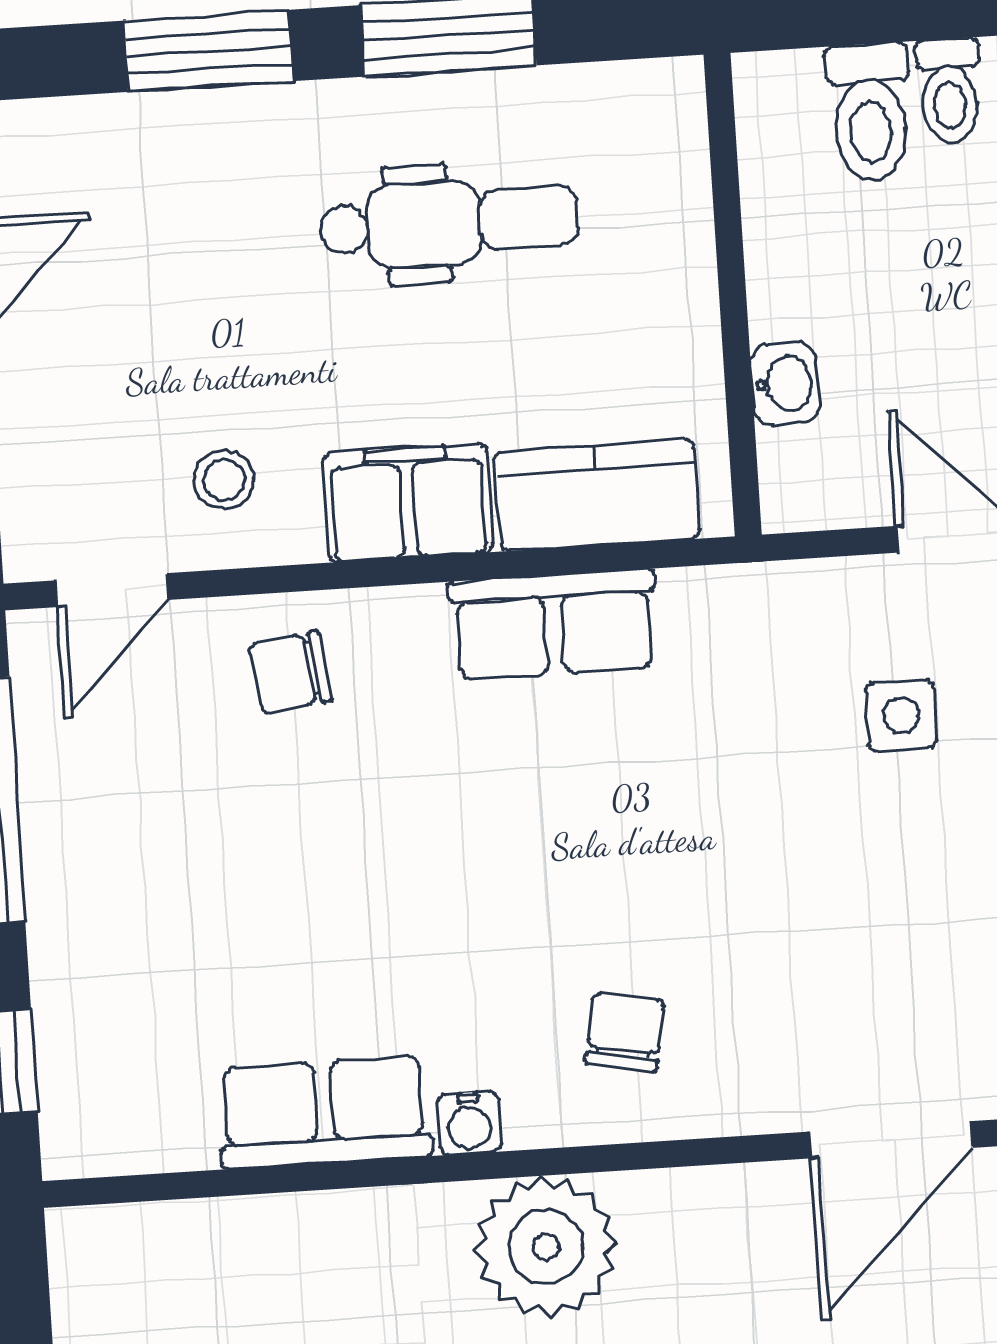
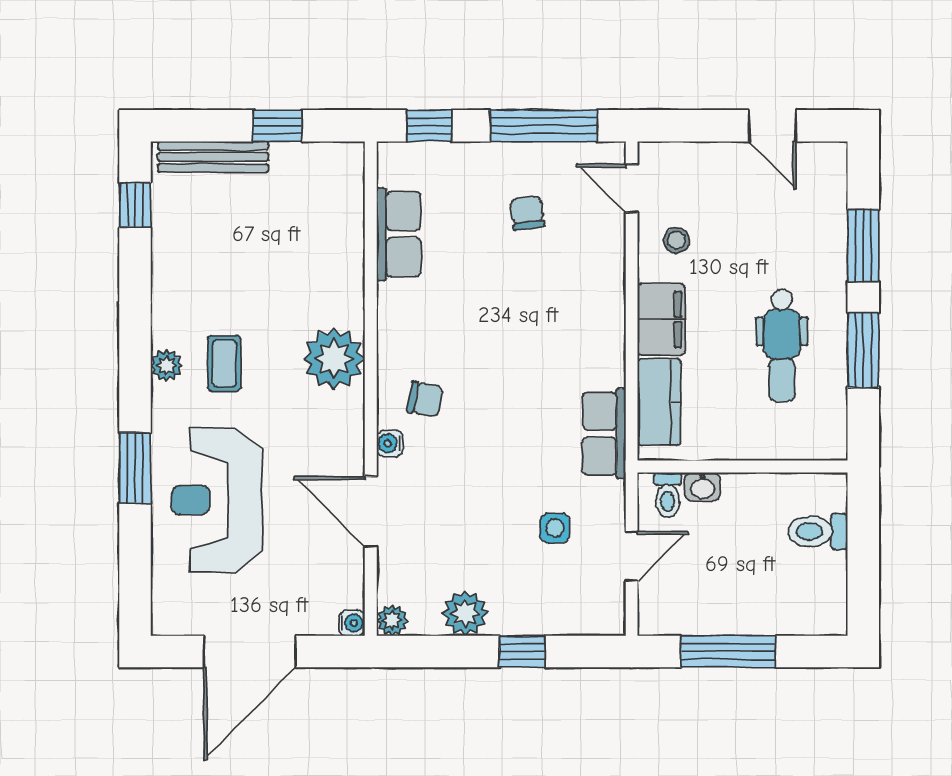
toilet: (949, 91) -> (668, 495), moved, turned -90
row of seats: (553, 625) -> (604, 434), moved
chair: (290, 673) -> (527, 213), moved
row of seats: (324, 1112) -> (399, 234), moved
water cooler: (469, 1123) -> (390, 443), moved

